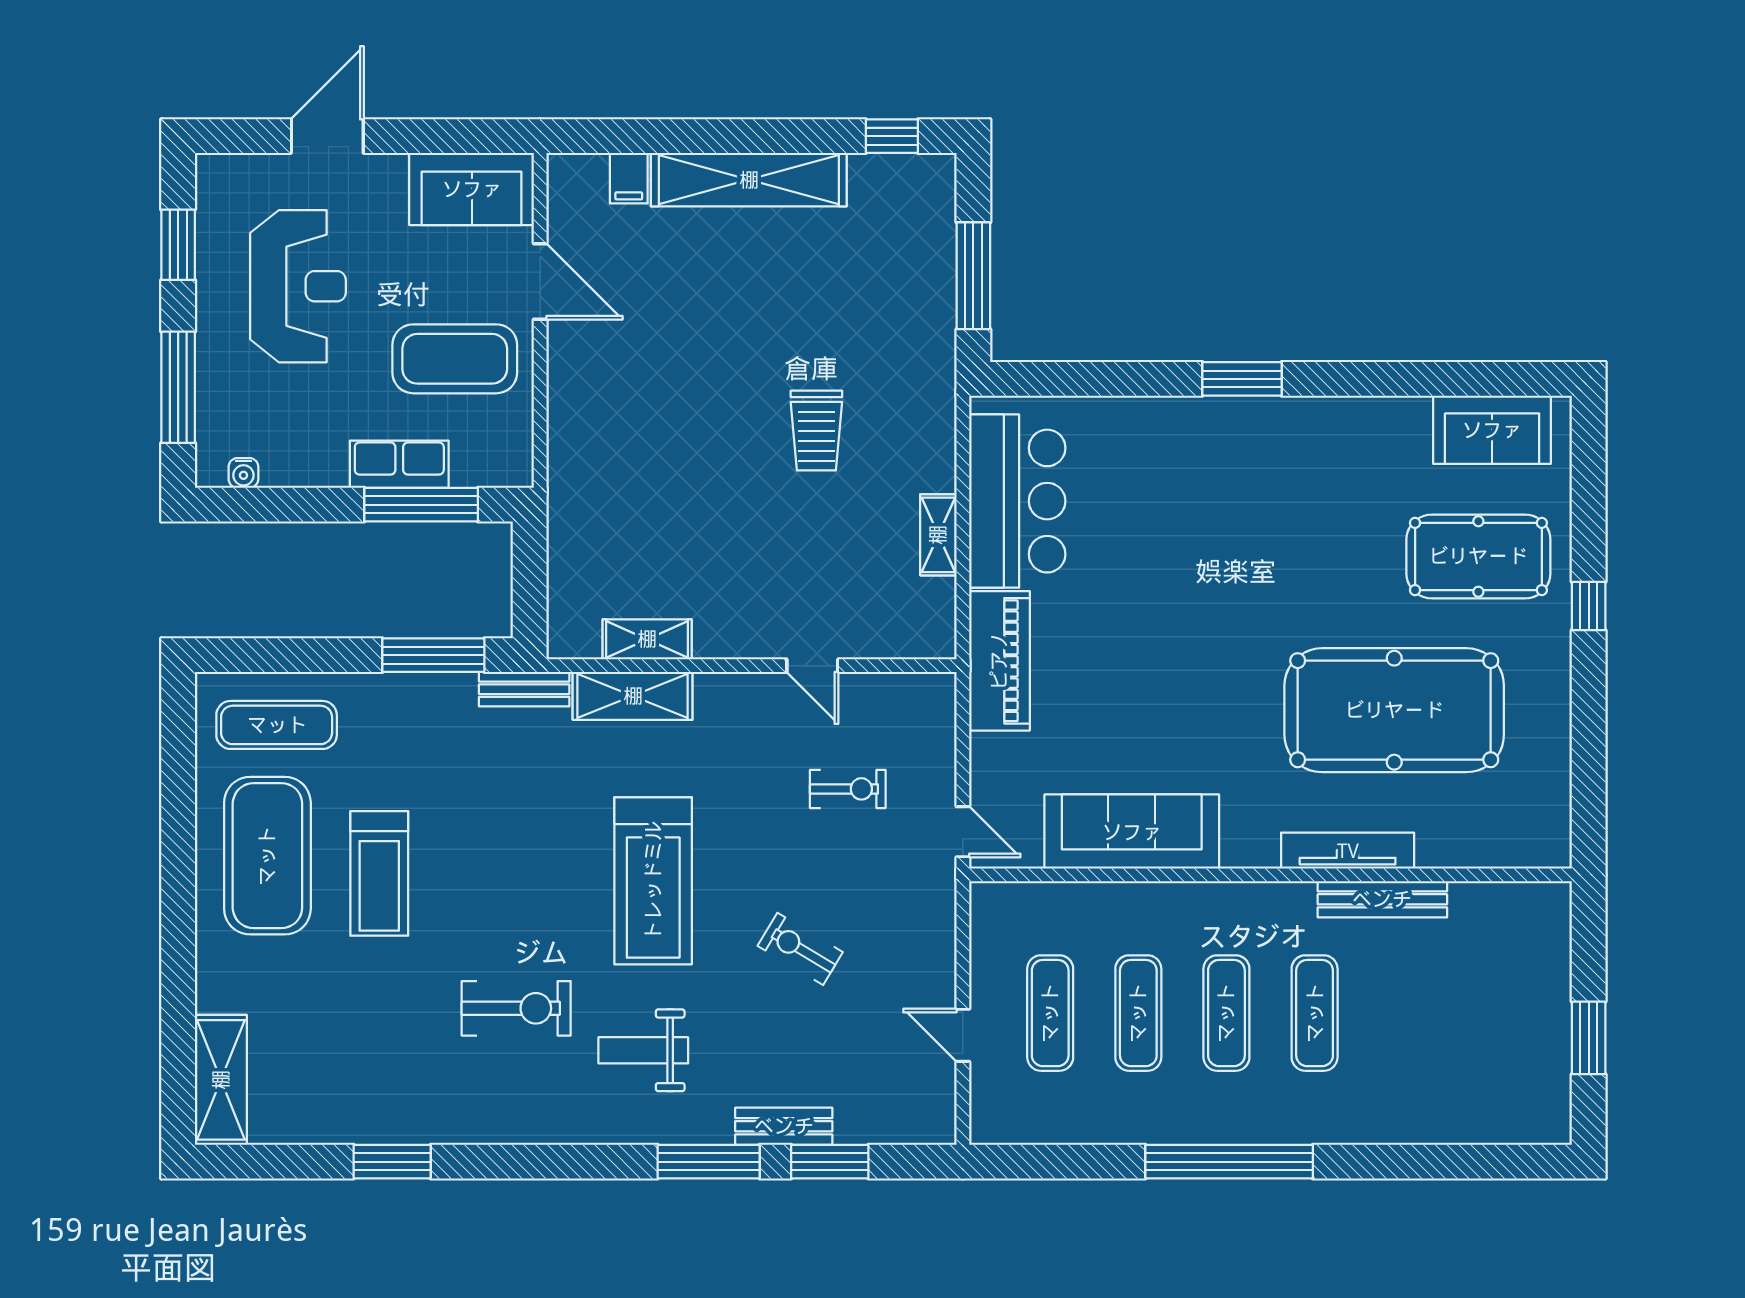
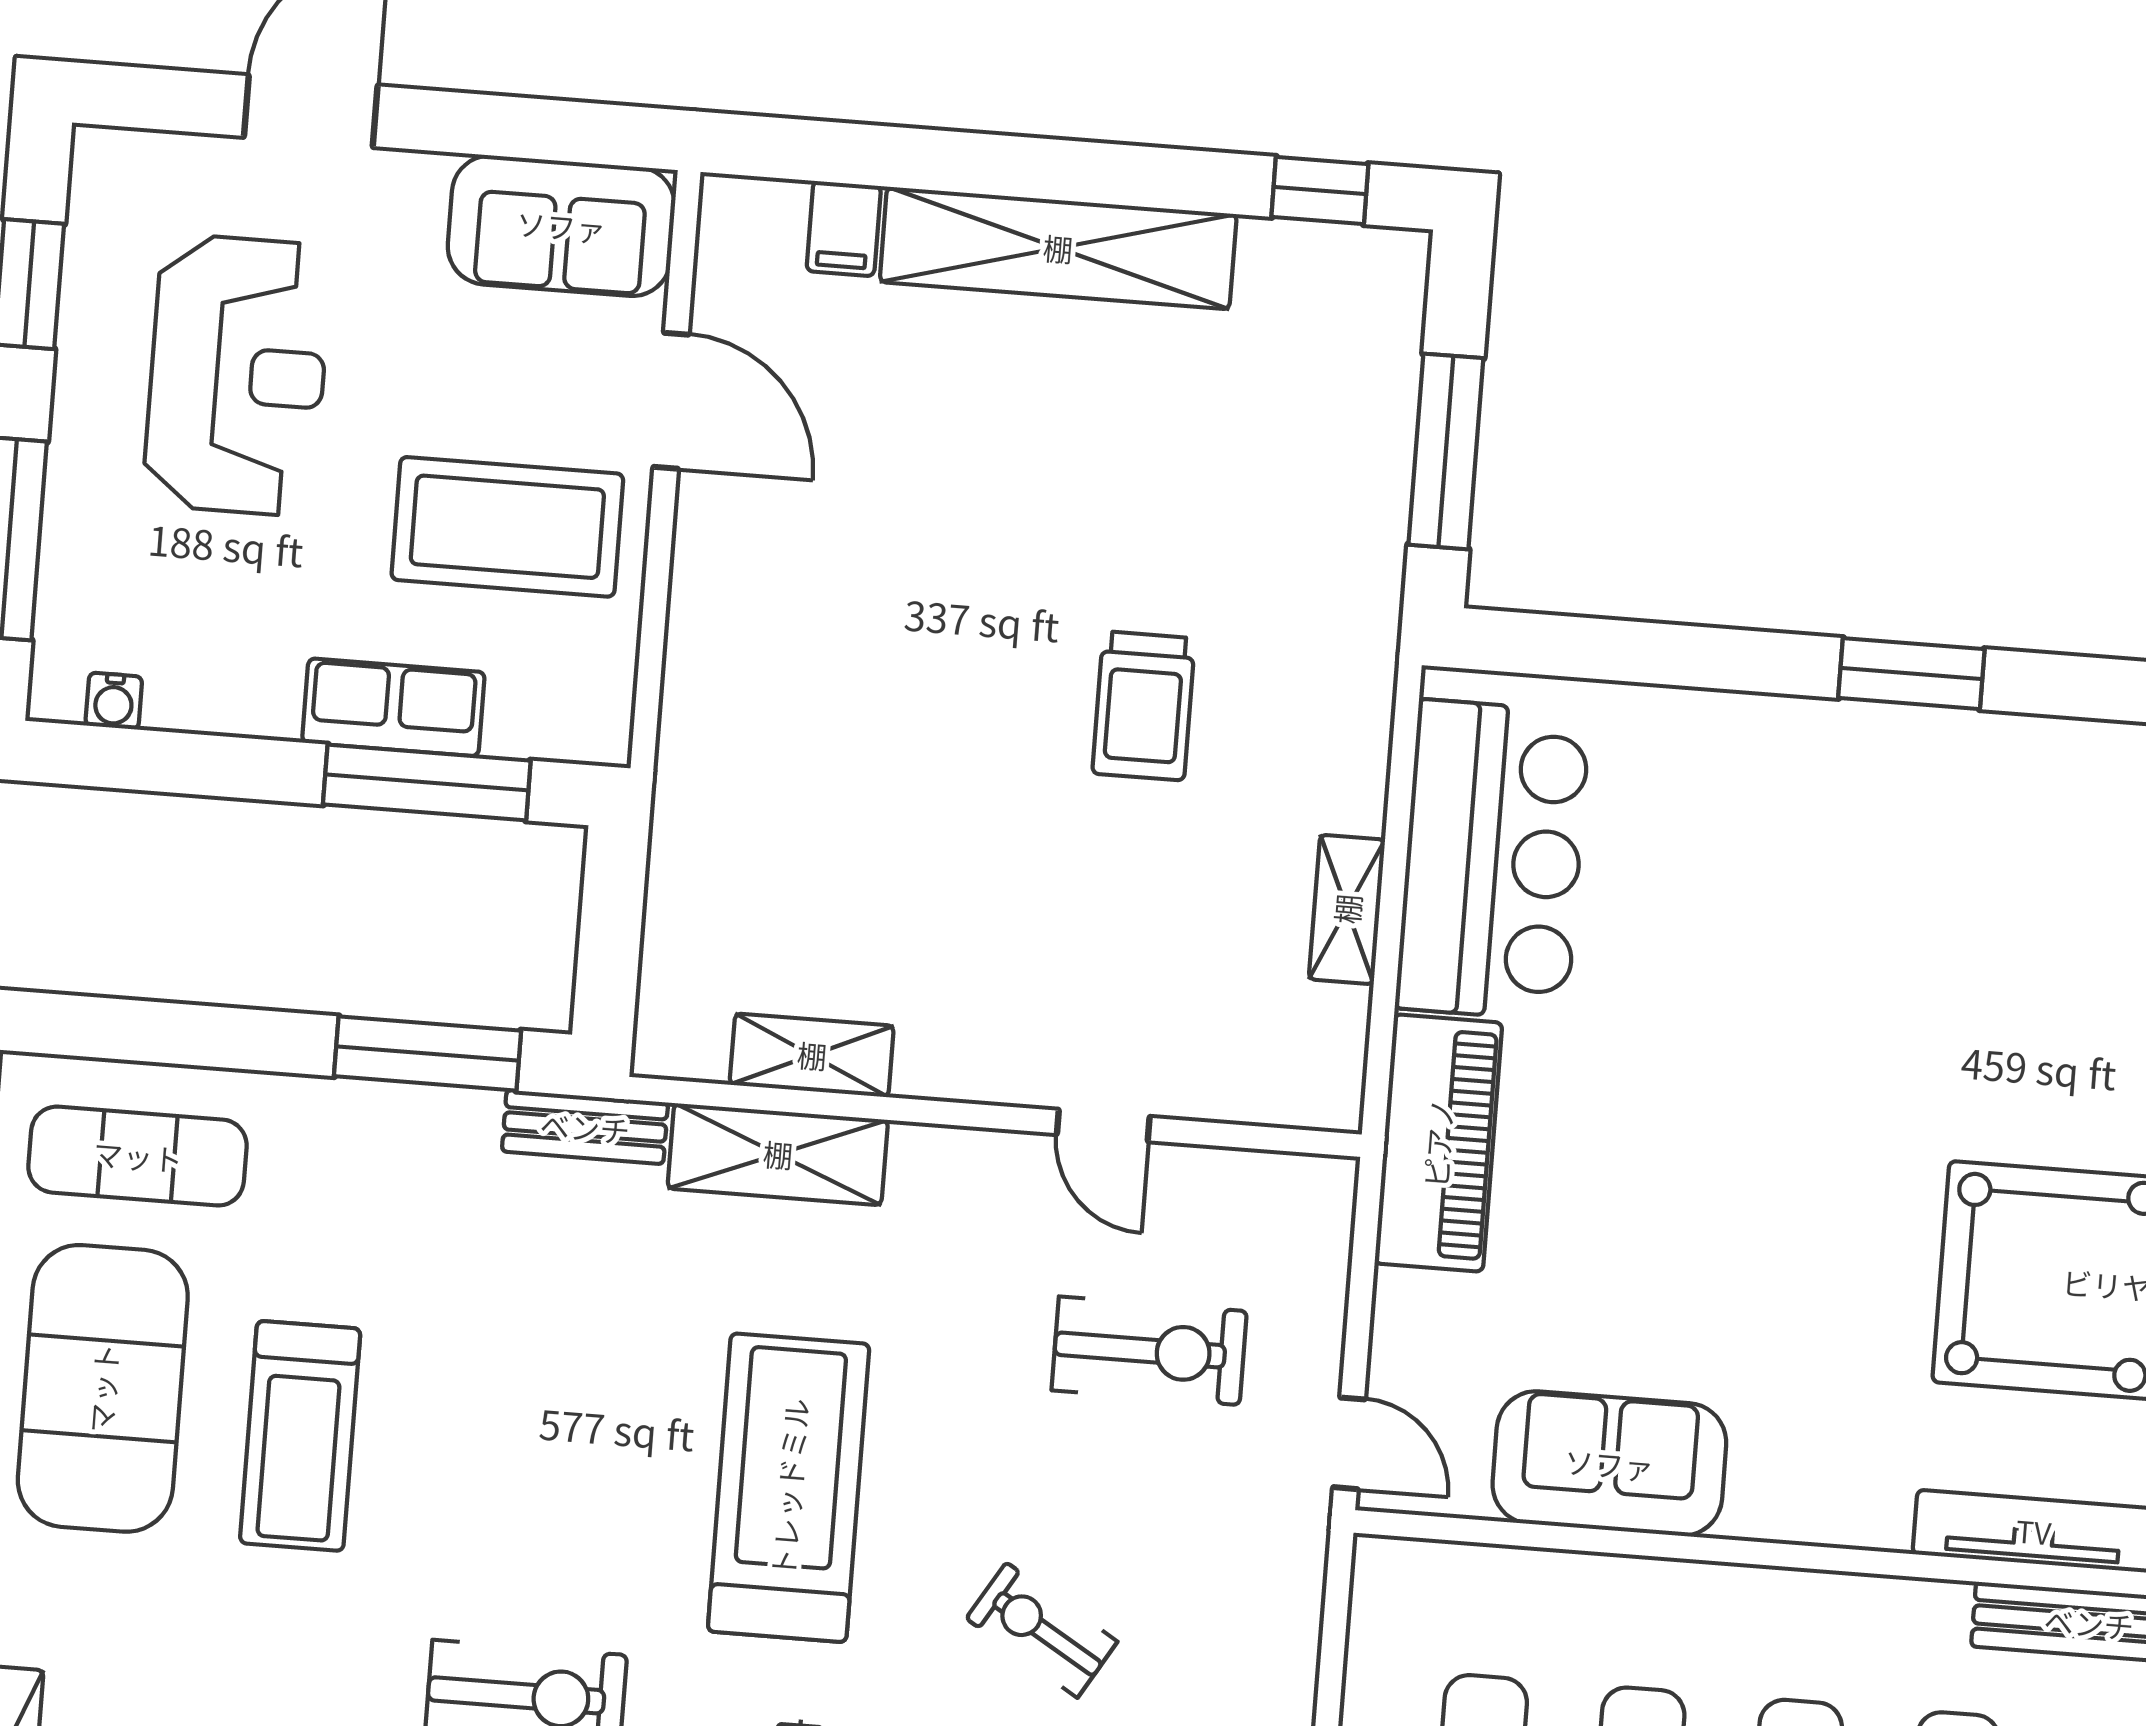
exercise bike: (848, 789) -> (1149, 1351), width x1.38, depth x1.39
sofa: (1132, 832) -> (1609, 1464), width x0.73
treadmill: (653, 881) -> (789, 1488), turned 180

